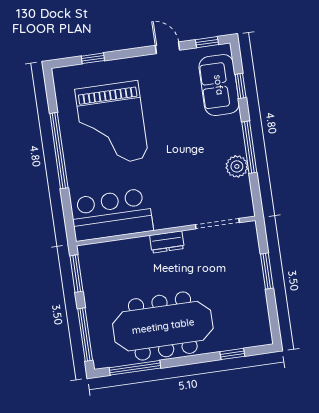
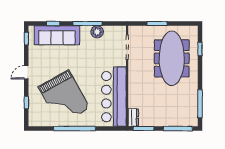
door: (168, 48) -> (26, 72), moved
sofa: (219, 85) -> (57, 35), width x1.36
grand piano: (112, 124) -> (64, 97), turned 61
bar counter: (112, 215) -> (114, 97), width x1.36
dresser: (167, 242) -> (133, 117), moved
meeting table: (163, 326) -> (172, 58), moved

